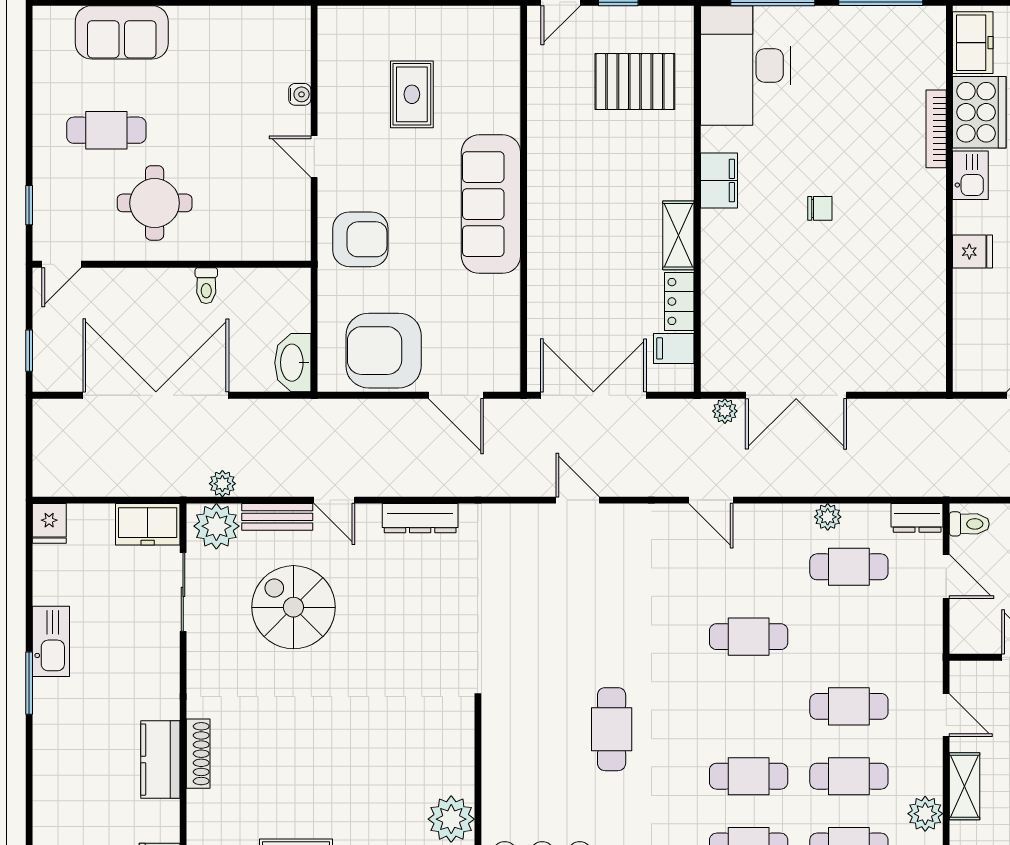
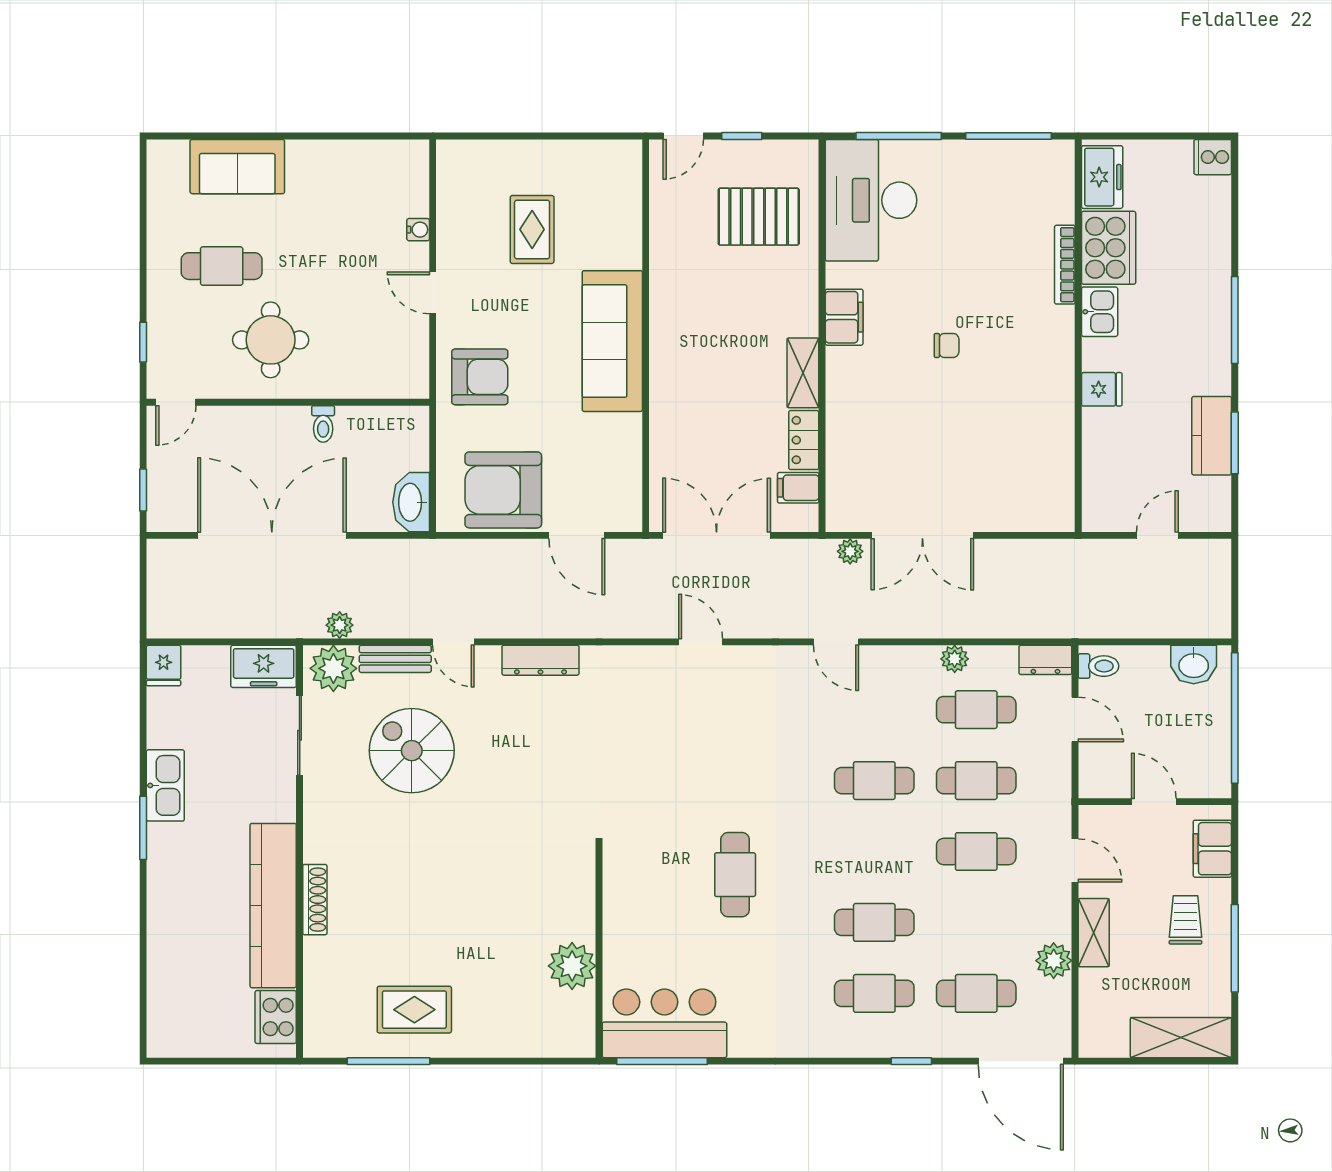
kitchen counter: (160, 760) -> (273, 906), width x2.08, depth x1.17
cafe table: (849, 776) -> (976, 781), moved

